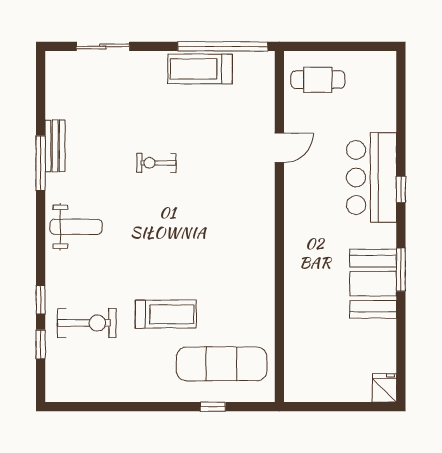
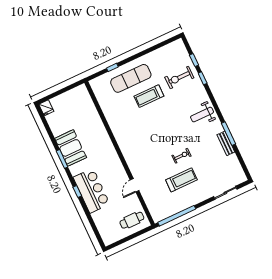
treadmill: (200, 69) -> (181, 180), moved
exercise mat: (222, 364) -> (131, 78), moved

